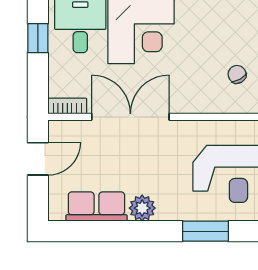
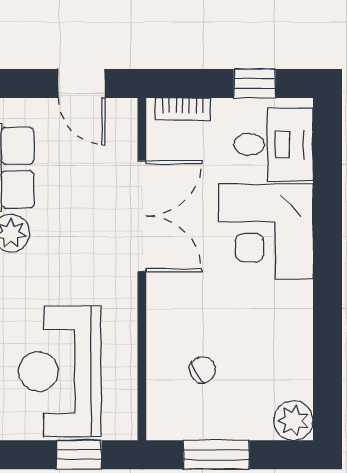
bookcase: (67, 106) -> (183, 109), moved, turned 90

